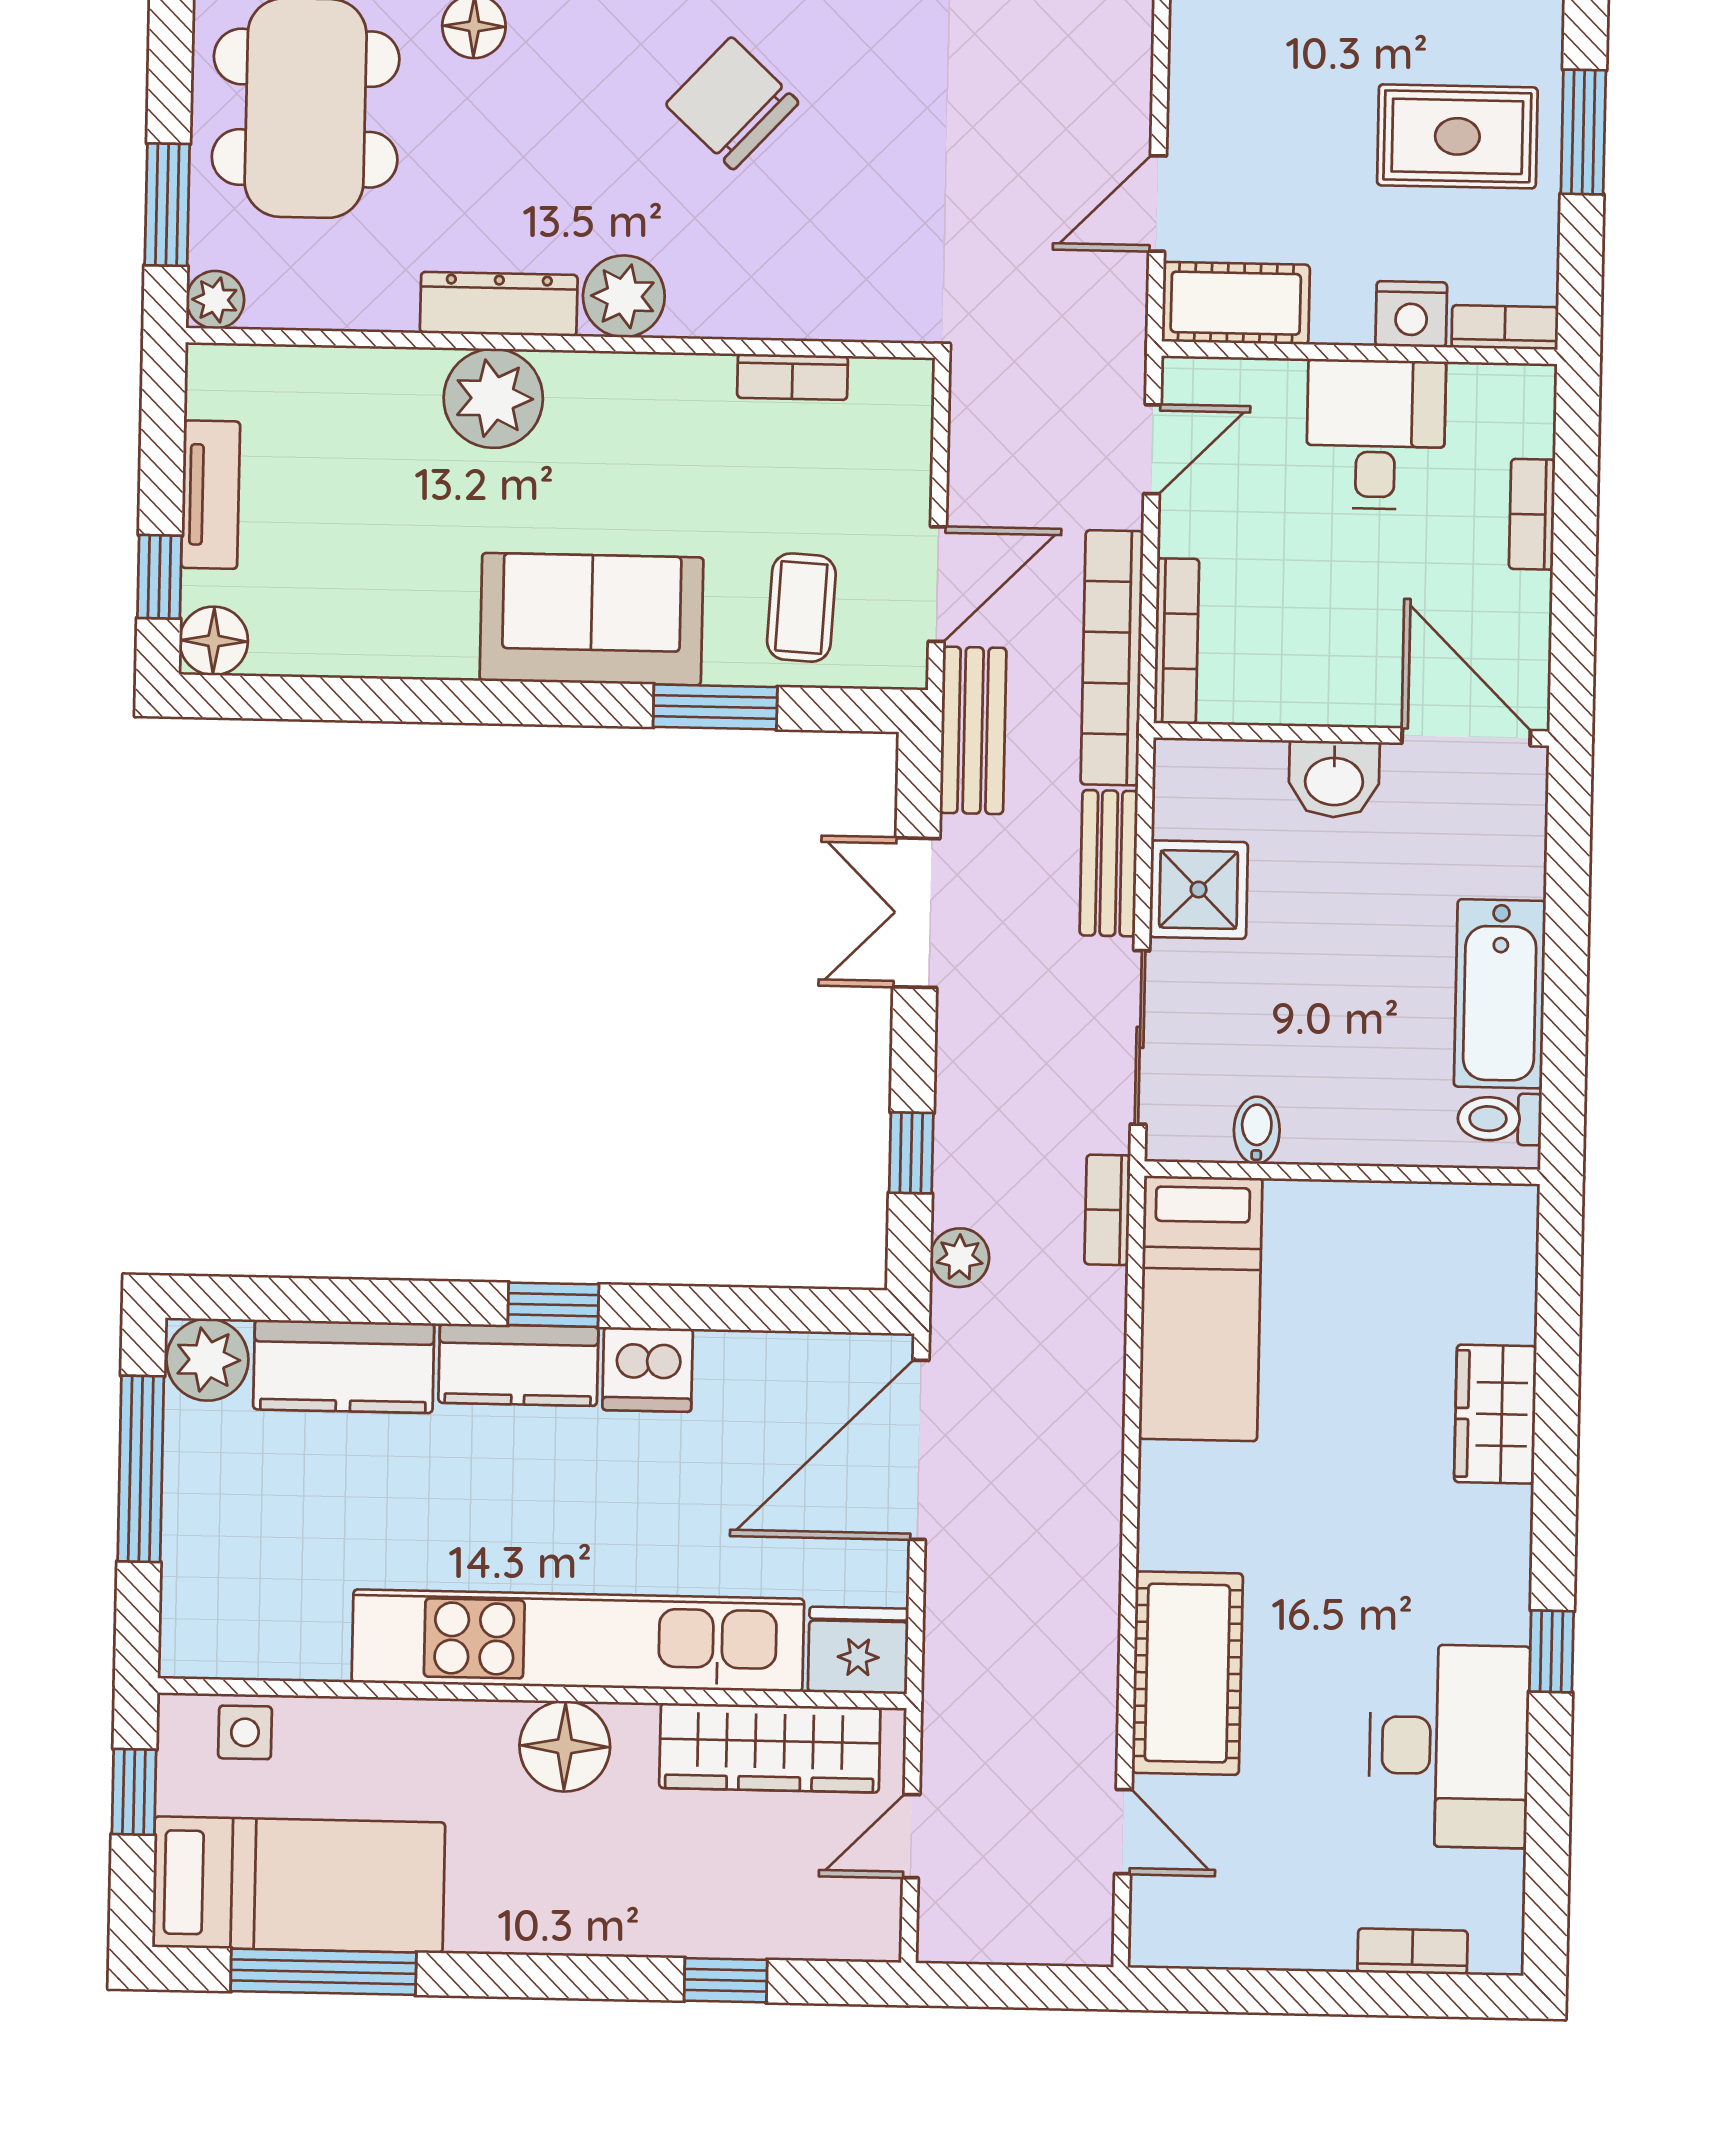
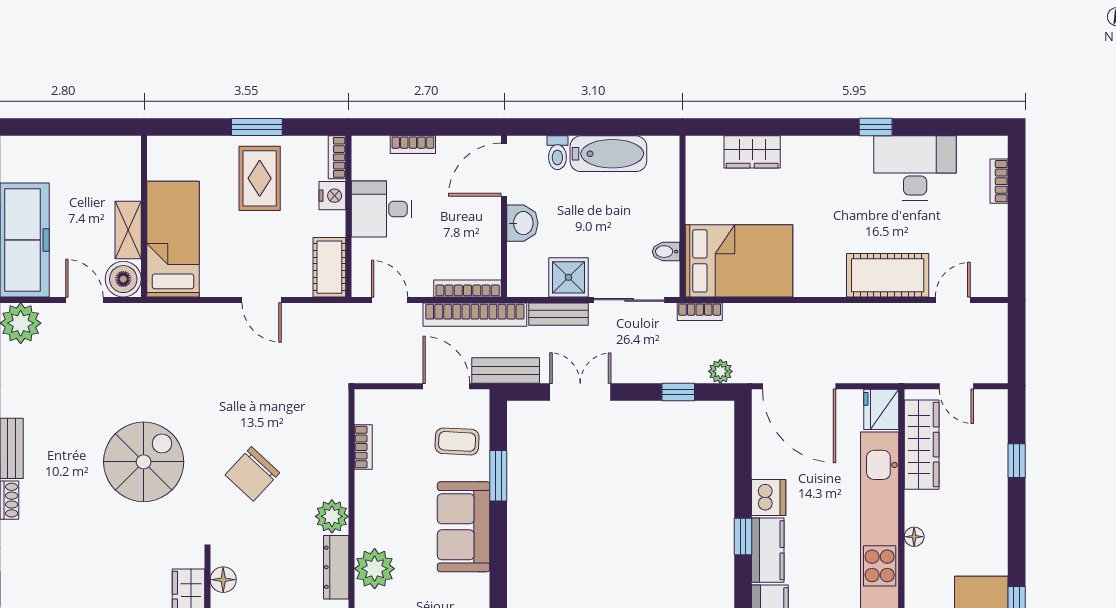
door: (1157, 203) -> (262, 300), moved
double door: (916, 913) -> (580, 392), swing flipped
toilet: (1500, 1119) -> (557, 153), moved
bed: (1201, 1308) -> (739, 261), width x1.50
wardrobe: (1495, 1414) -> (752, 152), moved
floor lamp: (565, 1746) -> (914, 537), width x0.53, depth x0.53

